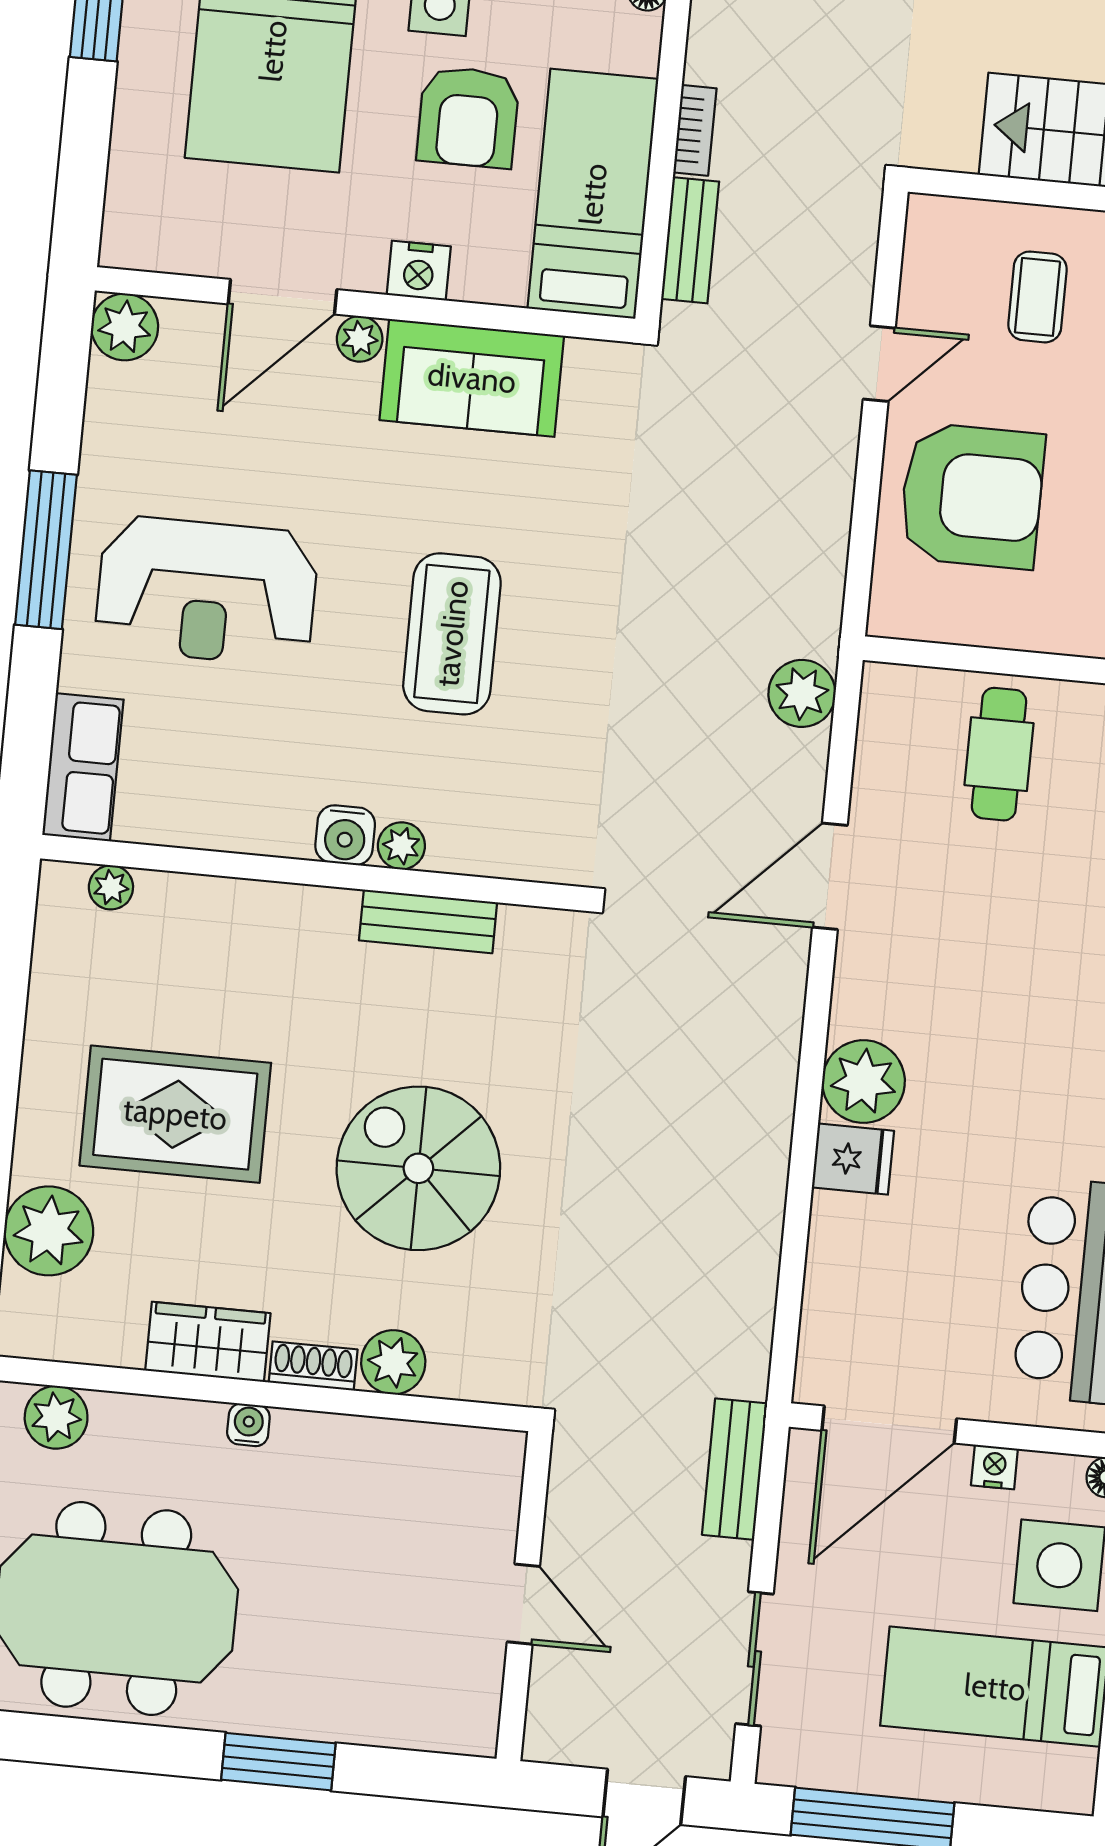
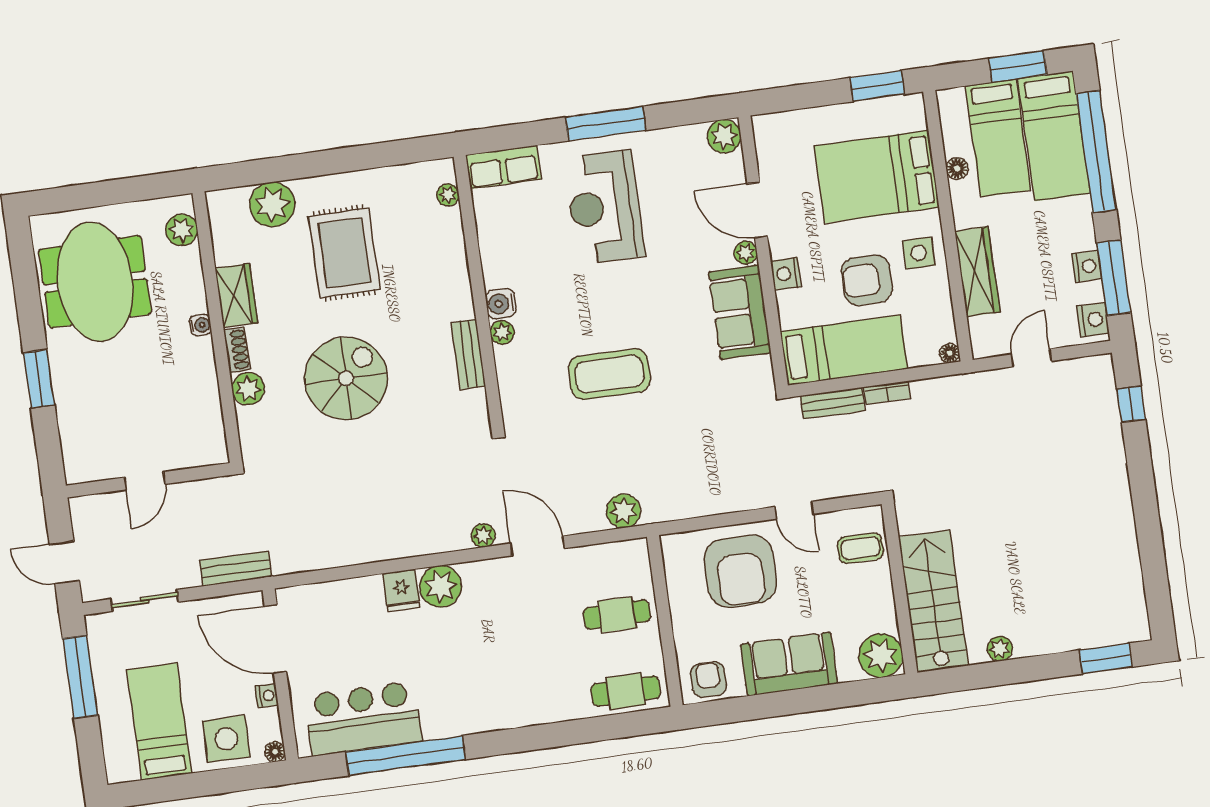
coffee table: (1038, 297) -> (860, 548), moved
coffee table: (452, 634) -> (609, 374), moved
plant: (785, 976) -> (483, 536), added

